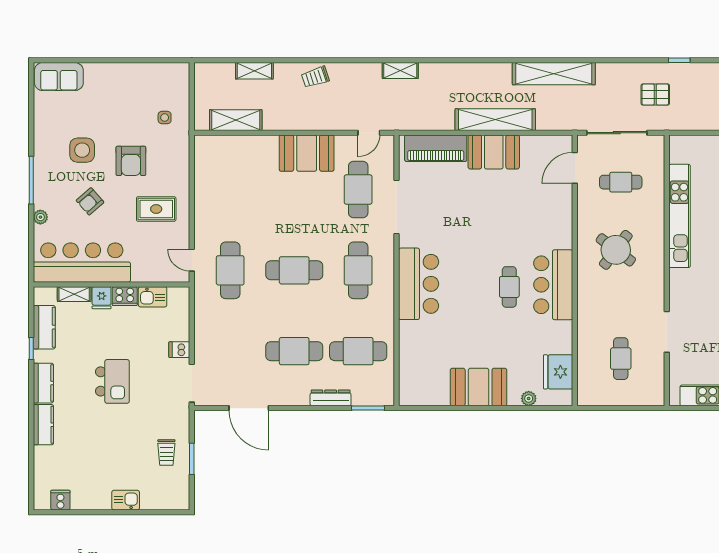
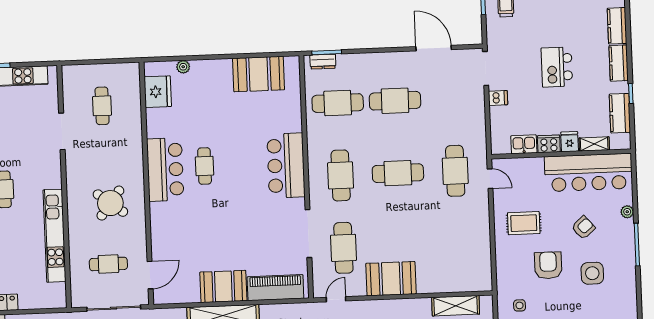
booth: (479, 387) -> (259, 74), moved
dresser: (331, 398) -> (323, 62), moved, width x0.70

